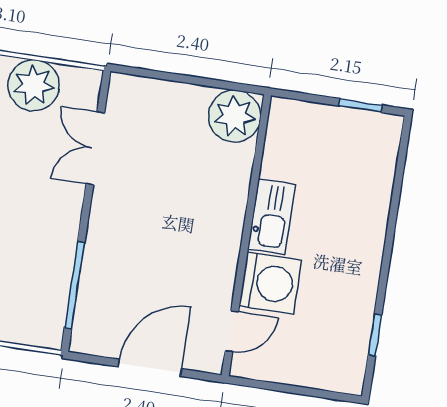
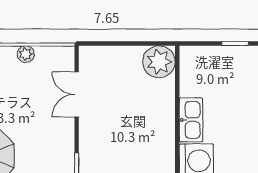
plant: (34, 85) -> (26, 54), width x0.53, depth x0.53

